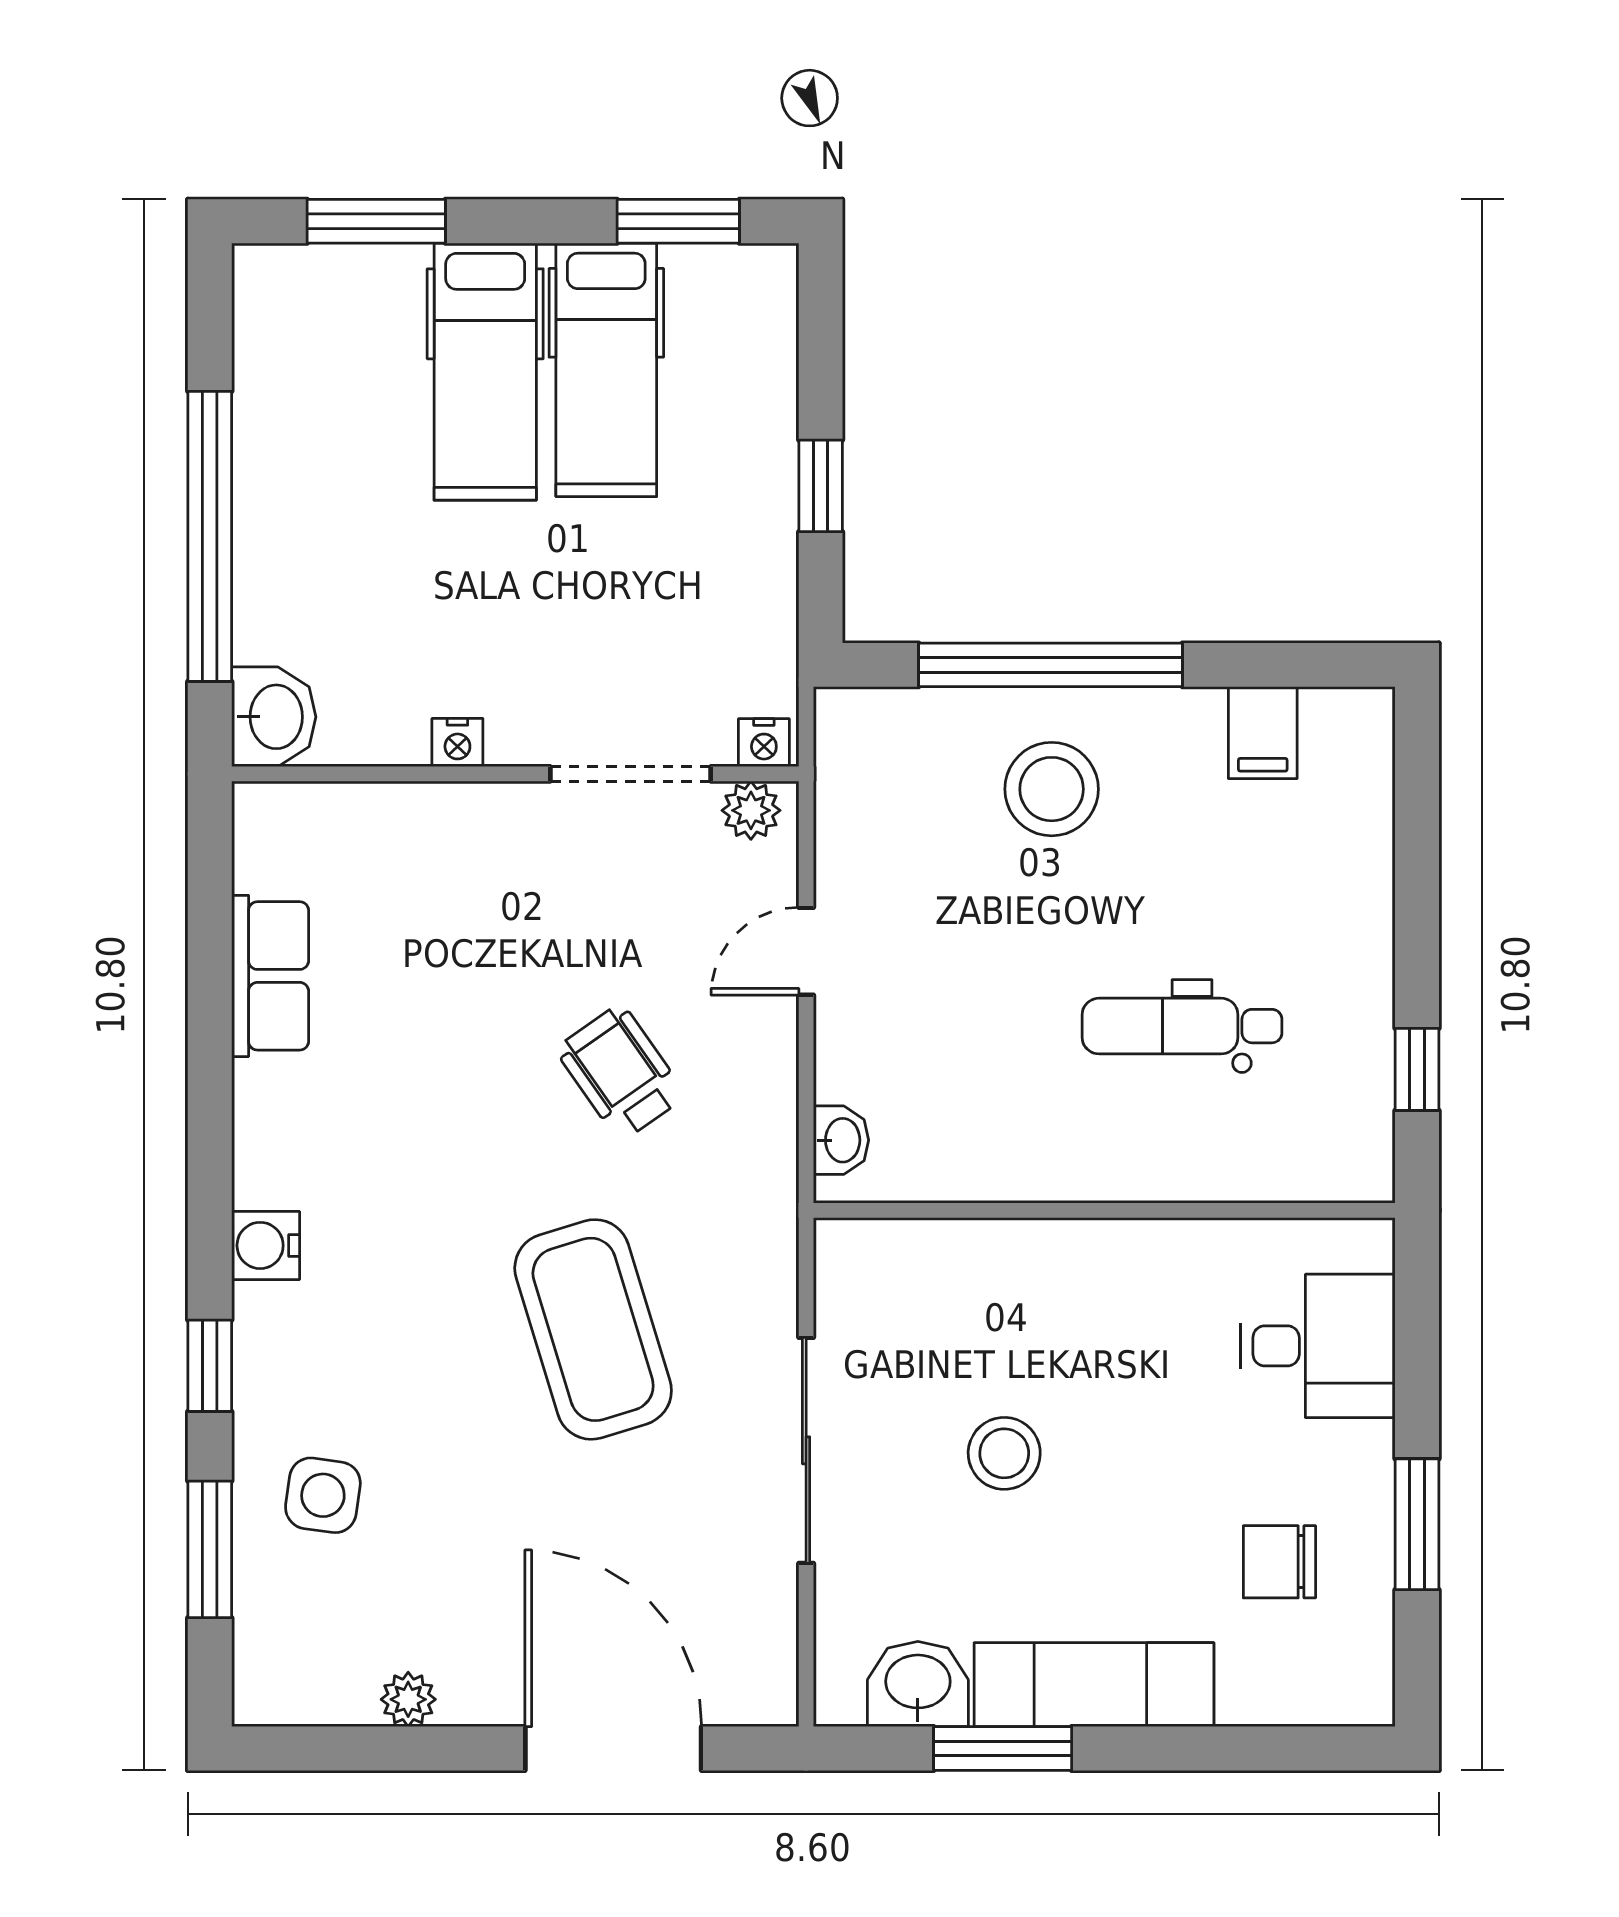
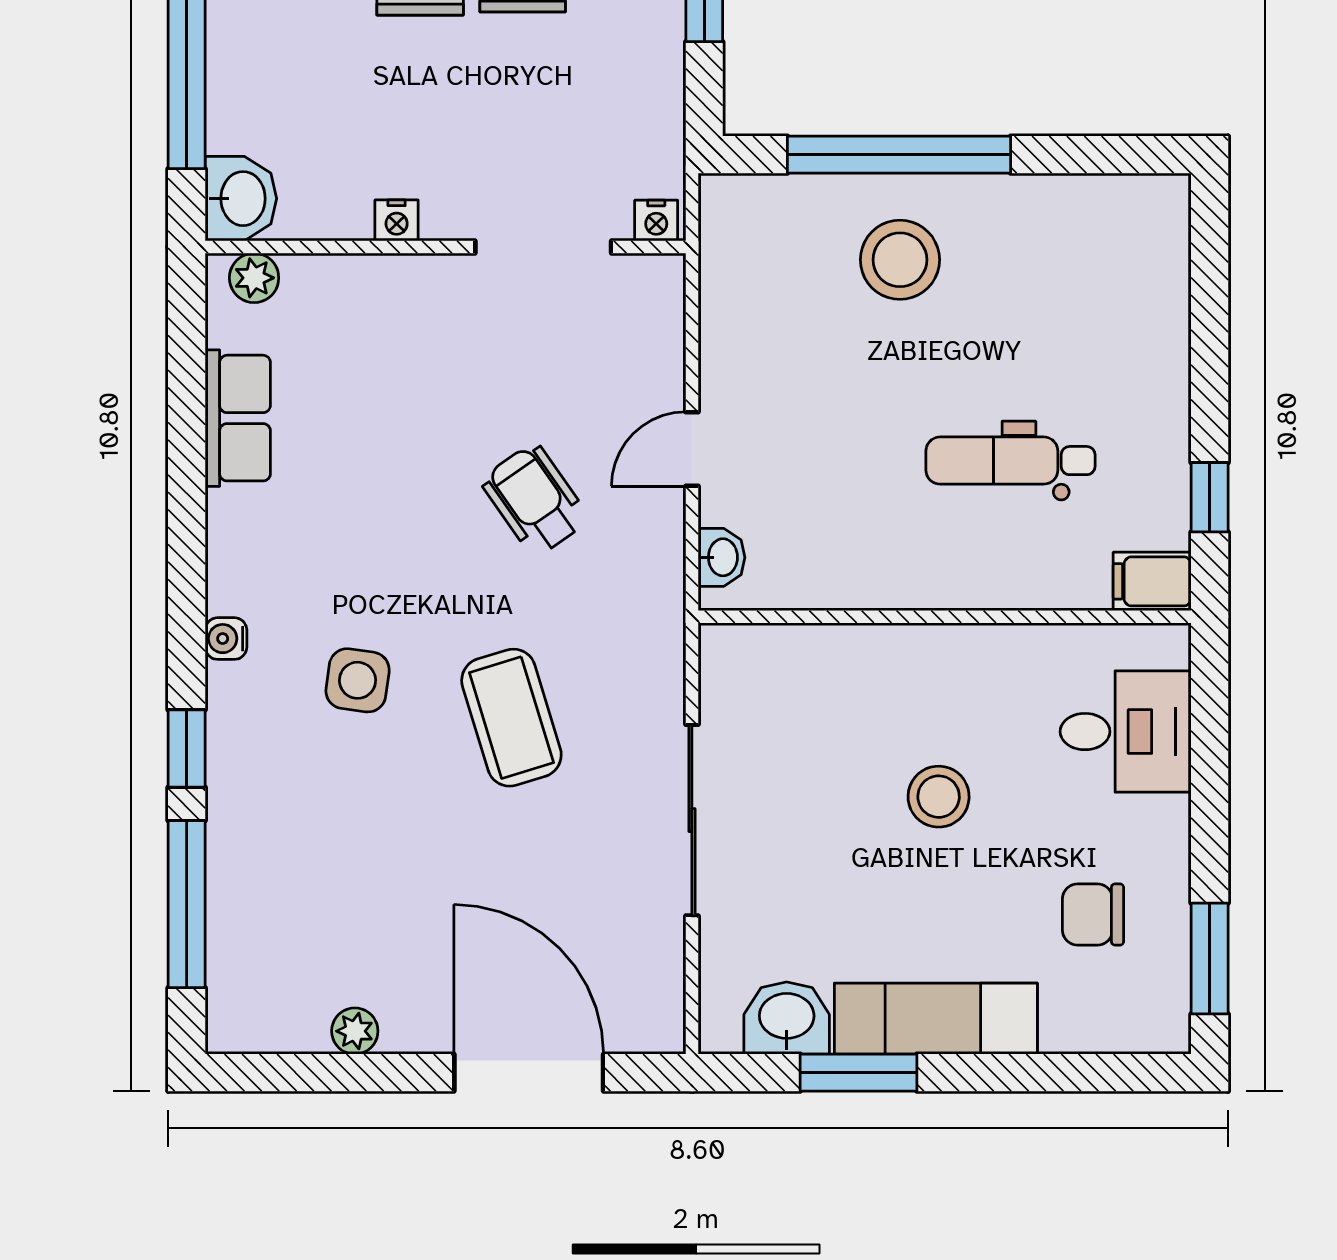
filing cabinet: (1263, 733) -> (1152, 581), moved, turned 90
plant: (751, 810) -> (254, 278), moved
door: (806, 951) -> (692, 449), moved
water cooler: (266, 1245) -> (226, 639), width x0.72, depth x0.72
coffee table: (593, 1329) -> (511, 718), width x0.73, depth x0.76
stool: (1004, 1453) -> (939, 797), moved
side table: (323, 1495) -> (358, 680), moved
window: (1417, 1524) -> (1210, 959), moved
window: (210, 1549) -> (187, 904), width x1.44

